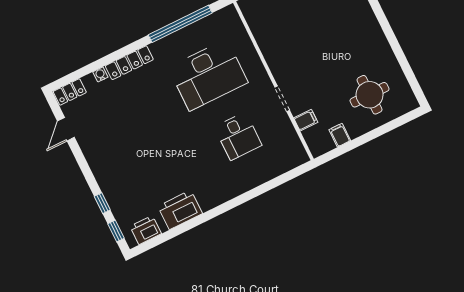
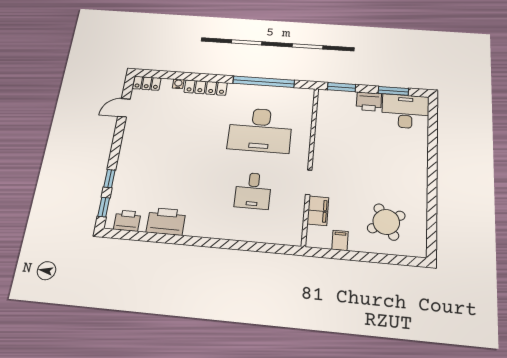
round table: (370, 95) -> (386, 222), turned -30
filing cabinet: (306, 120) -> (318, 211), width x2.00

